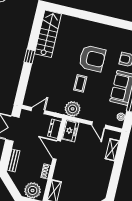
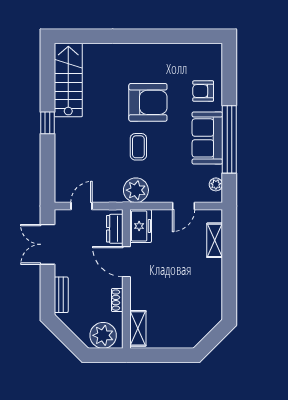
door: (99, 125) -> (184, 206), hinge flipped

